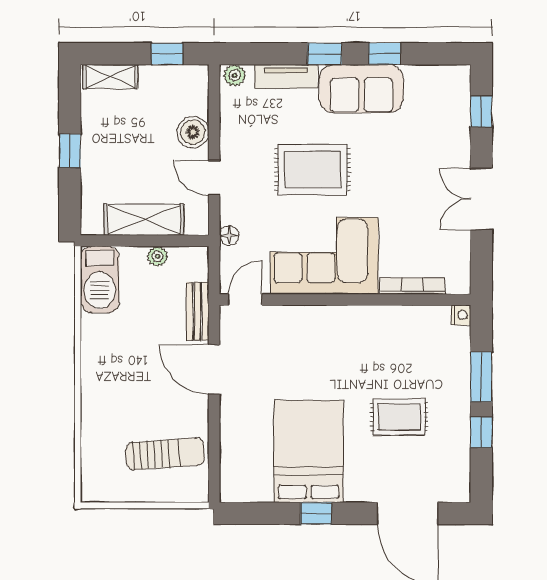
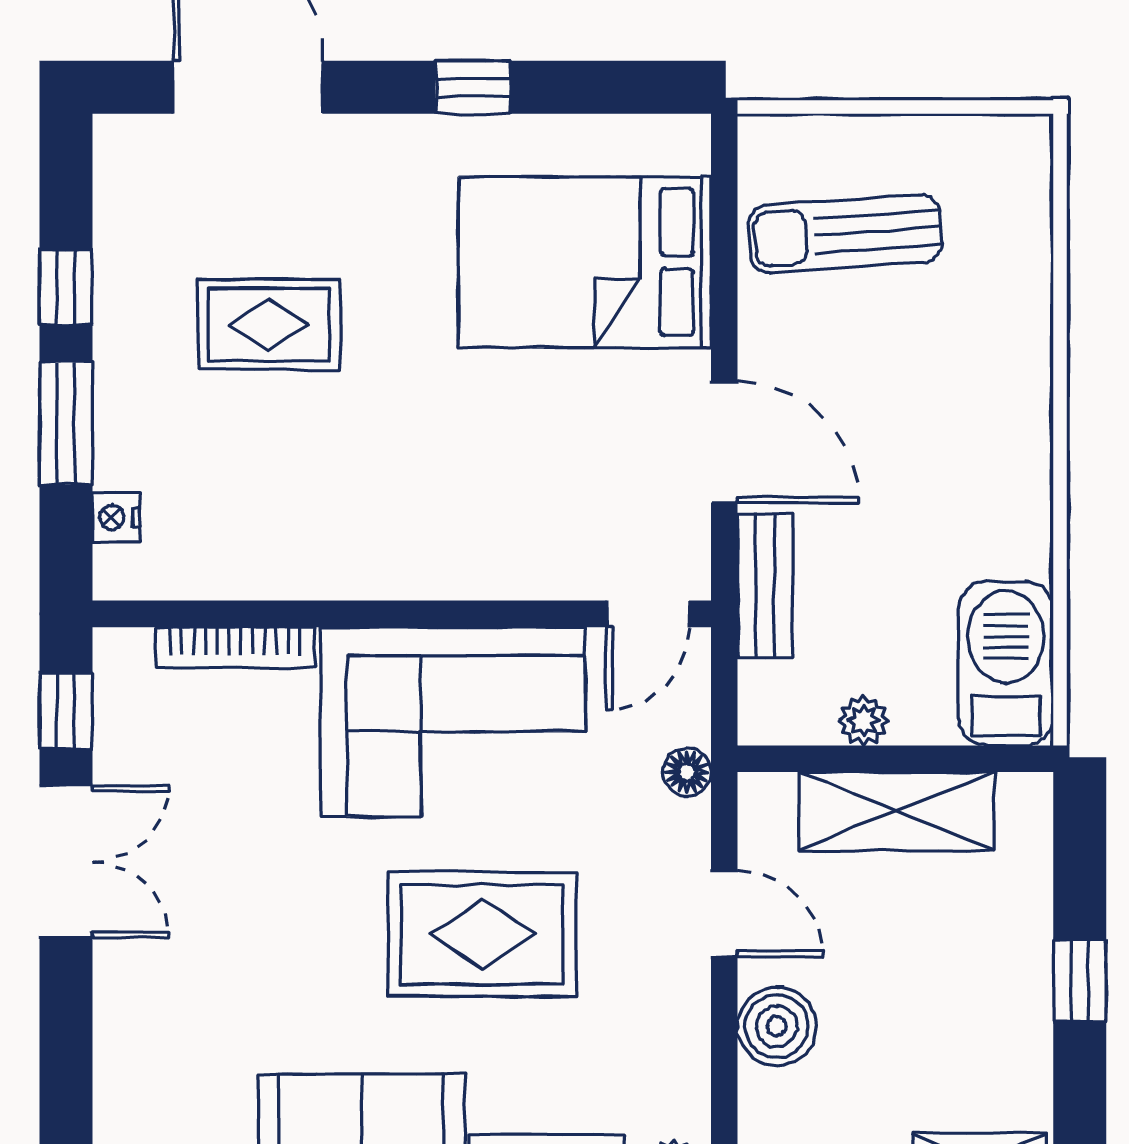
window: (481, 111) -> (66, 711), moved
nightstand: (461, 315) -> (116, 517), moved
bed: (309, 451) -> (585, 262), moved, turned 90

